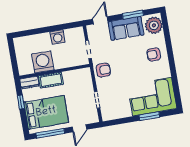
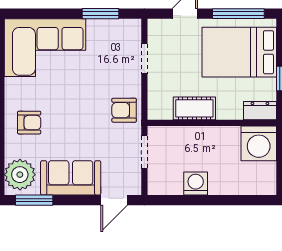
window: (133, 15) -> (34, 200), moved
washing machine: (43, 62) -> (259, 143), moved
cot: (51, 80) -> (194, 108), moved
window: (149, 116) -> (101, 14), moved

